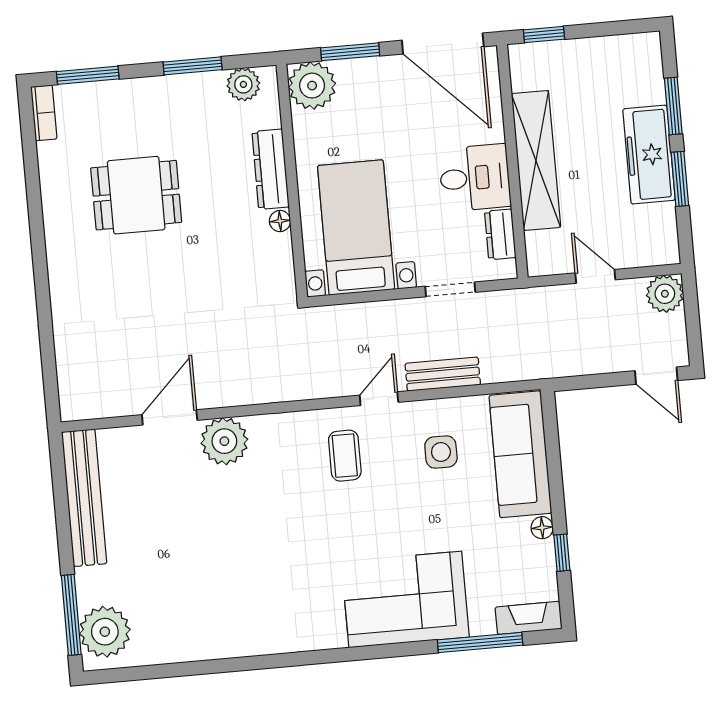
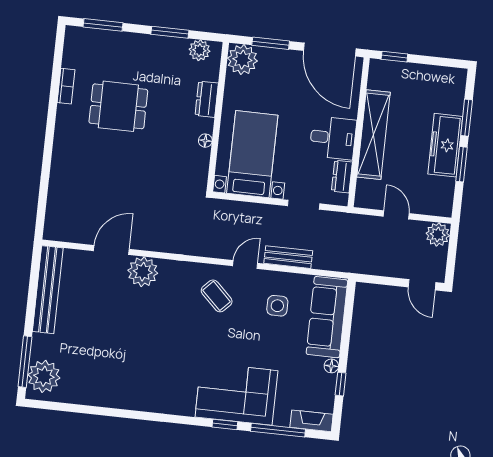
bookcase: (44, 113) -> (66, 86), moved
dresser: (271, 169) -> (207, 99), width x0.70
coffee table: (345, 456) -> (217, 296), turned -46
window: (397, 650) -> (225, 424), added

